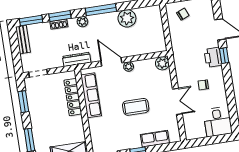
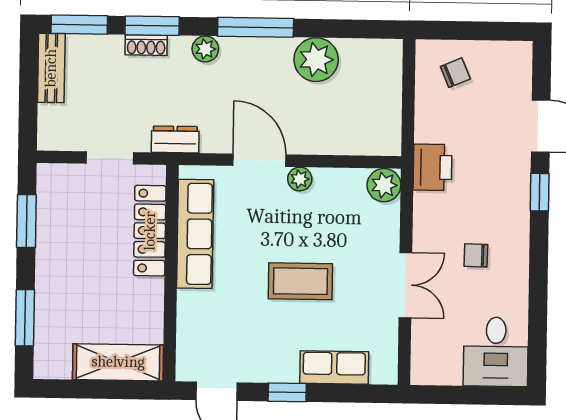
printer: (213, 57) -> (432, 167), moved, turned 180
dresser: (77, 59) -> (175, 139), width x0.70
doorway: (38, 73) -> (110, 158), moved

